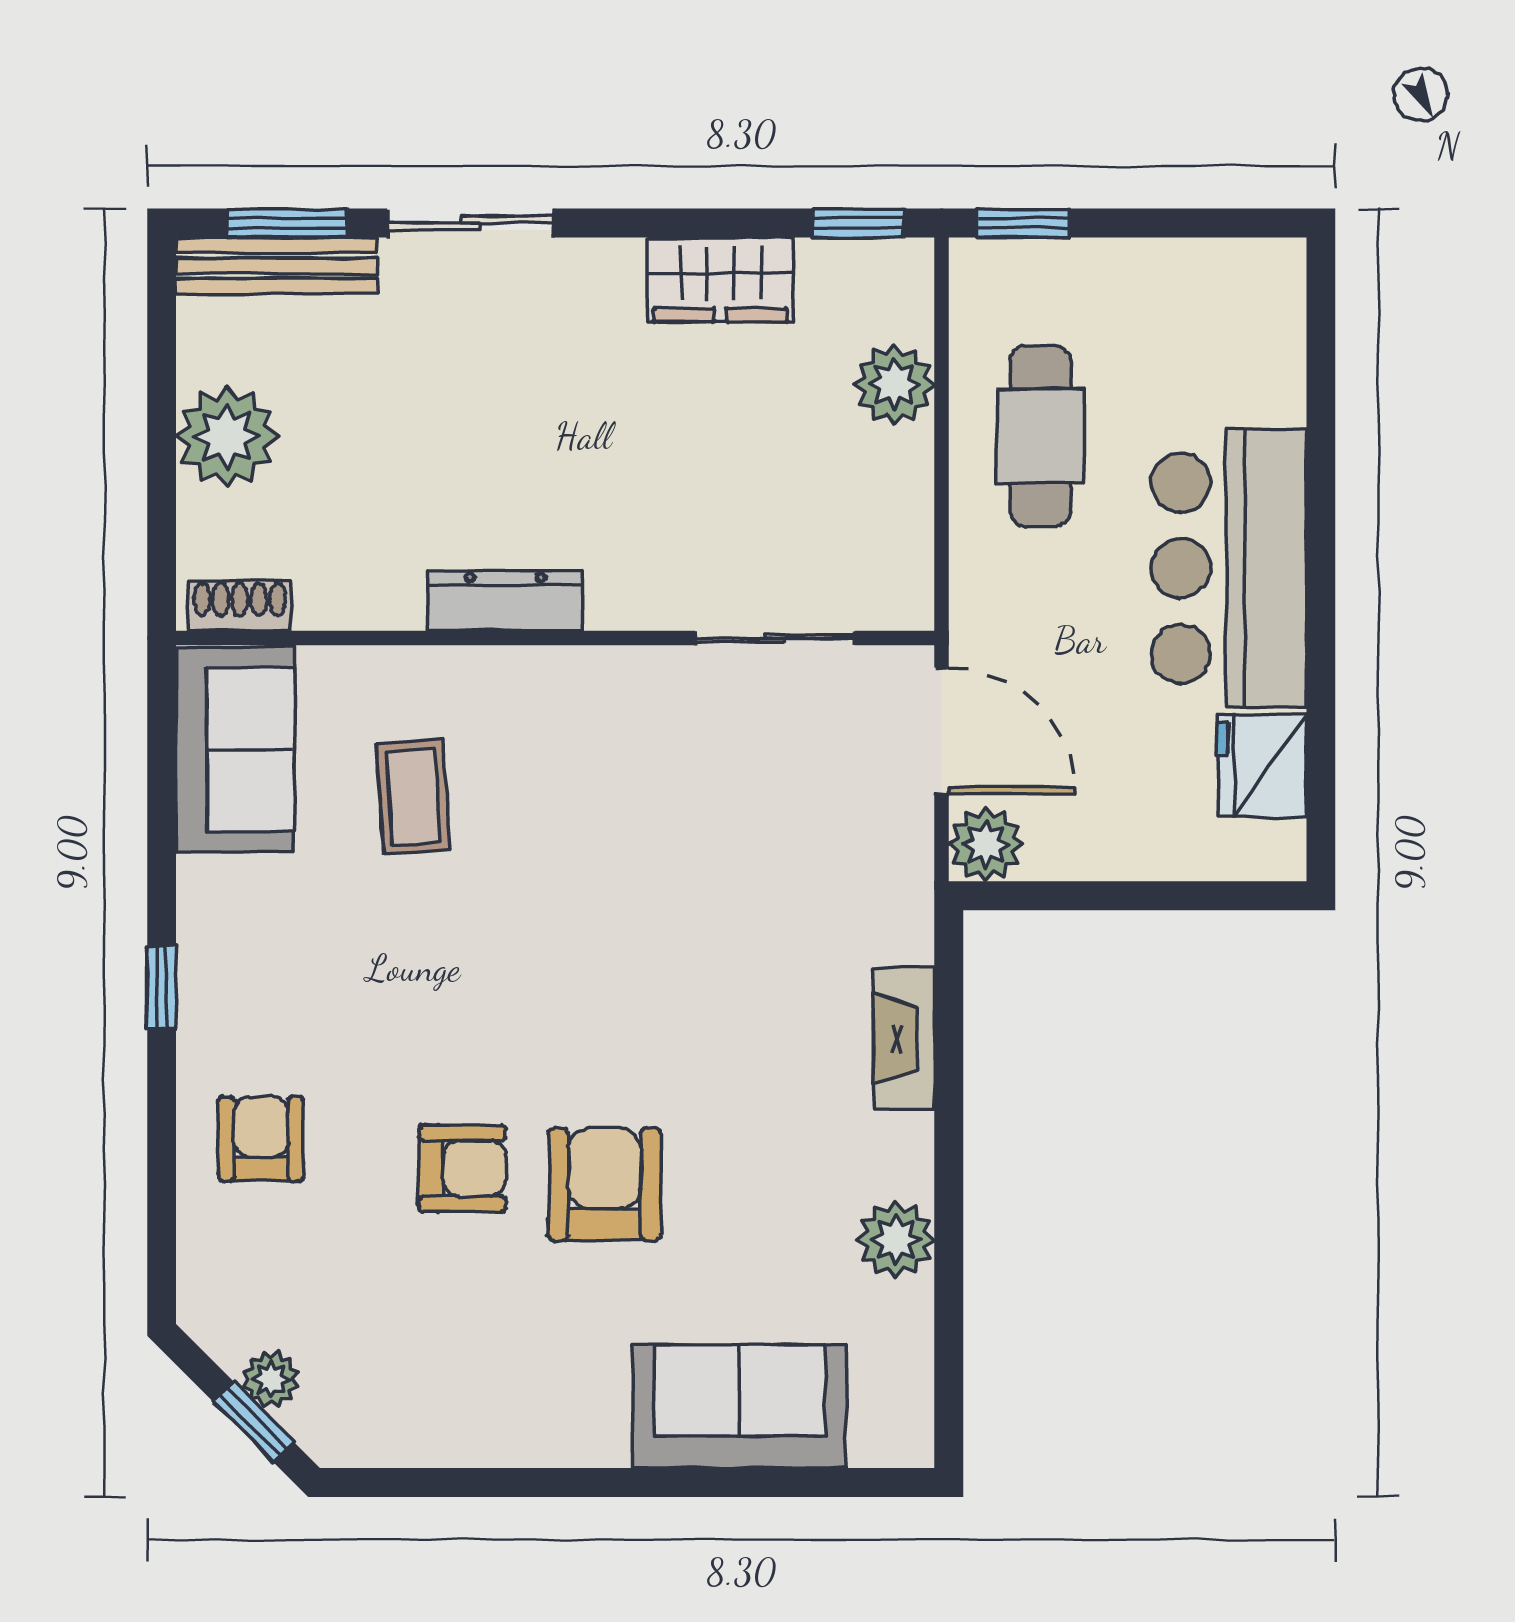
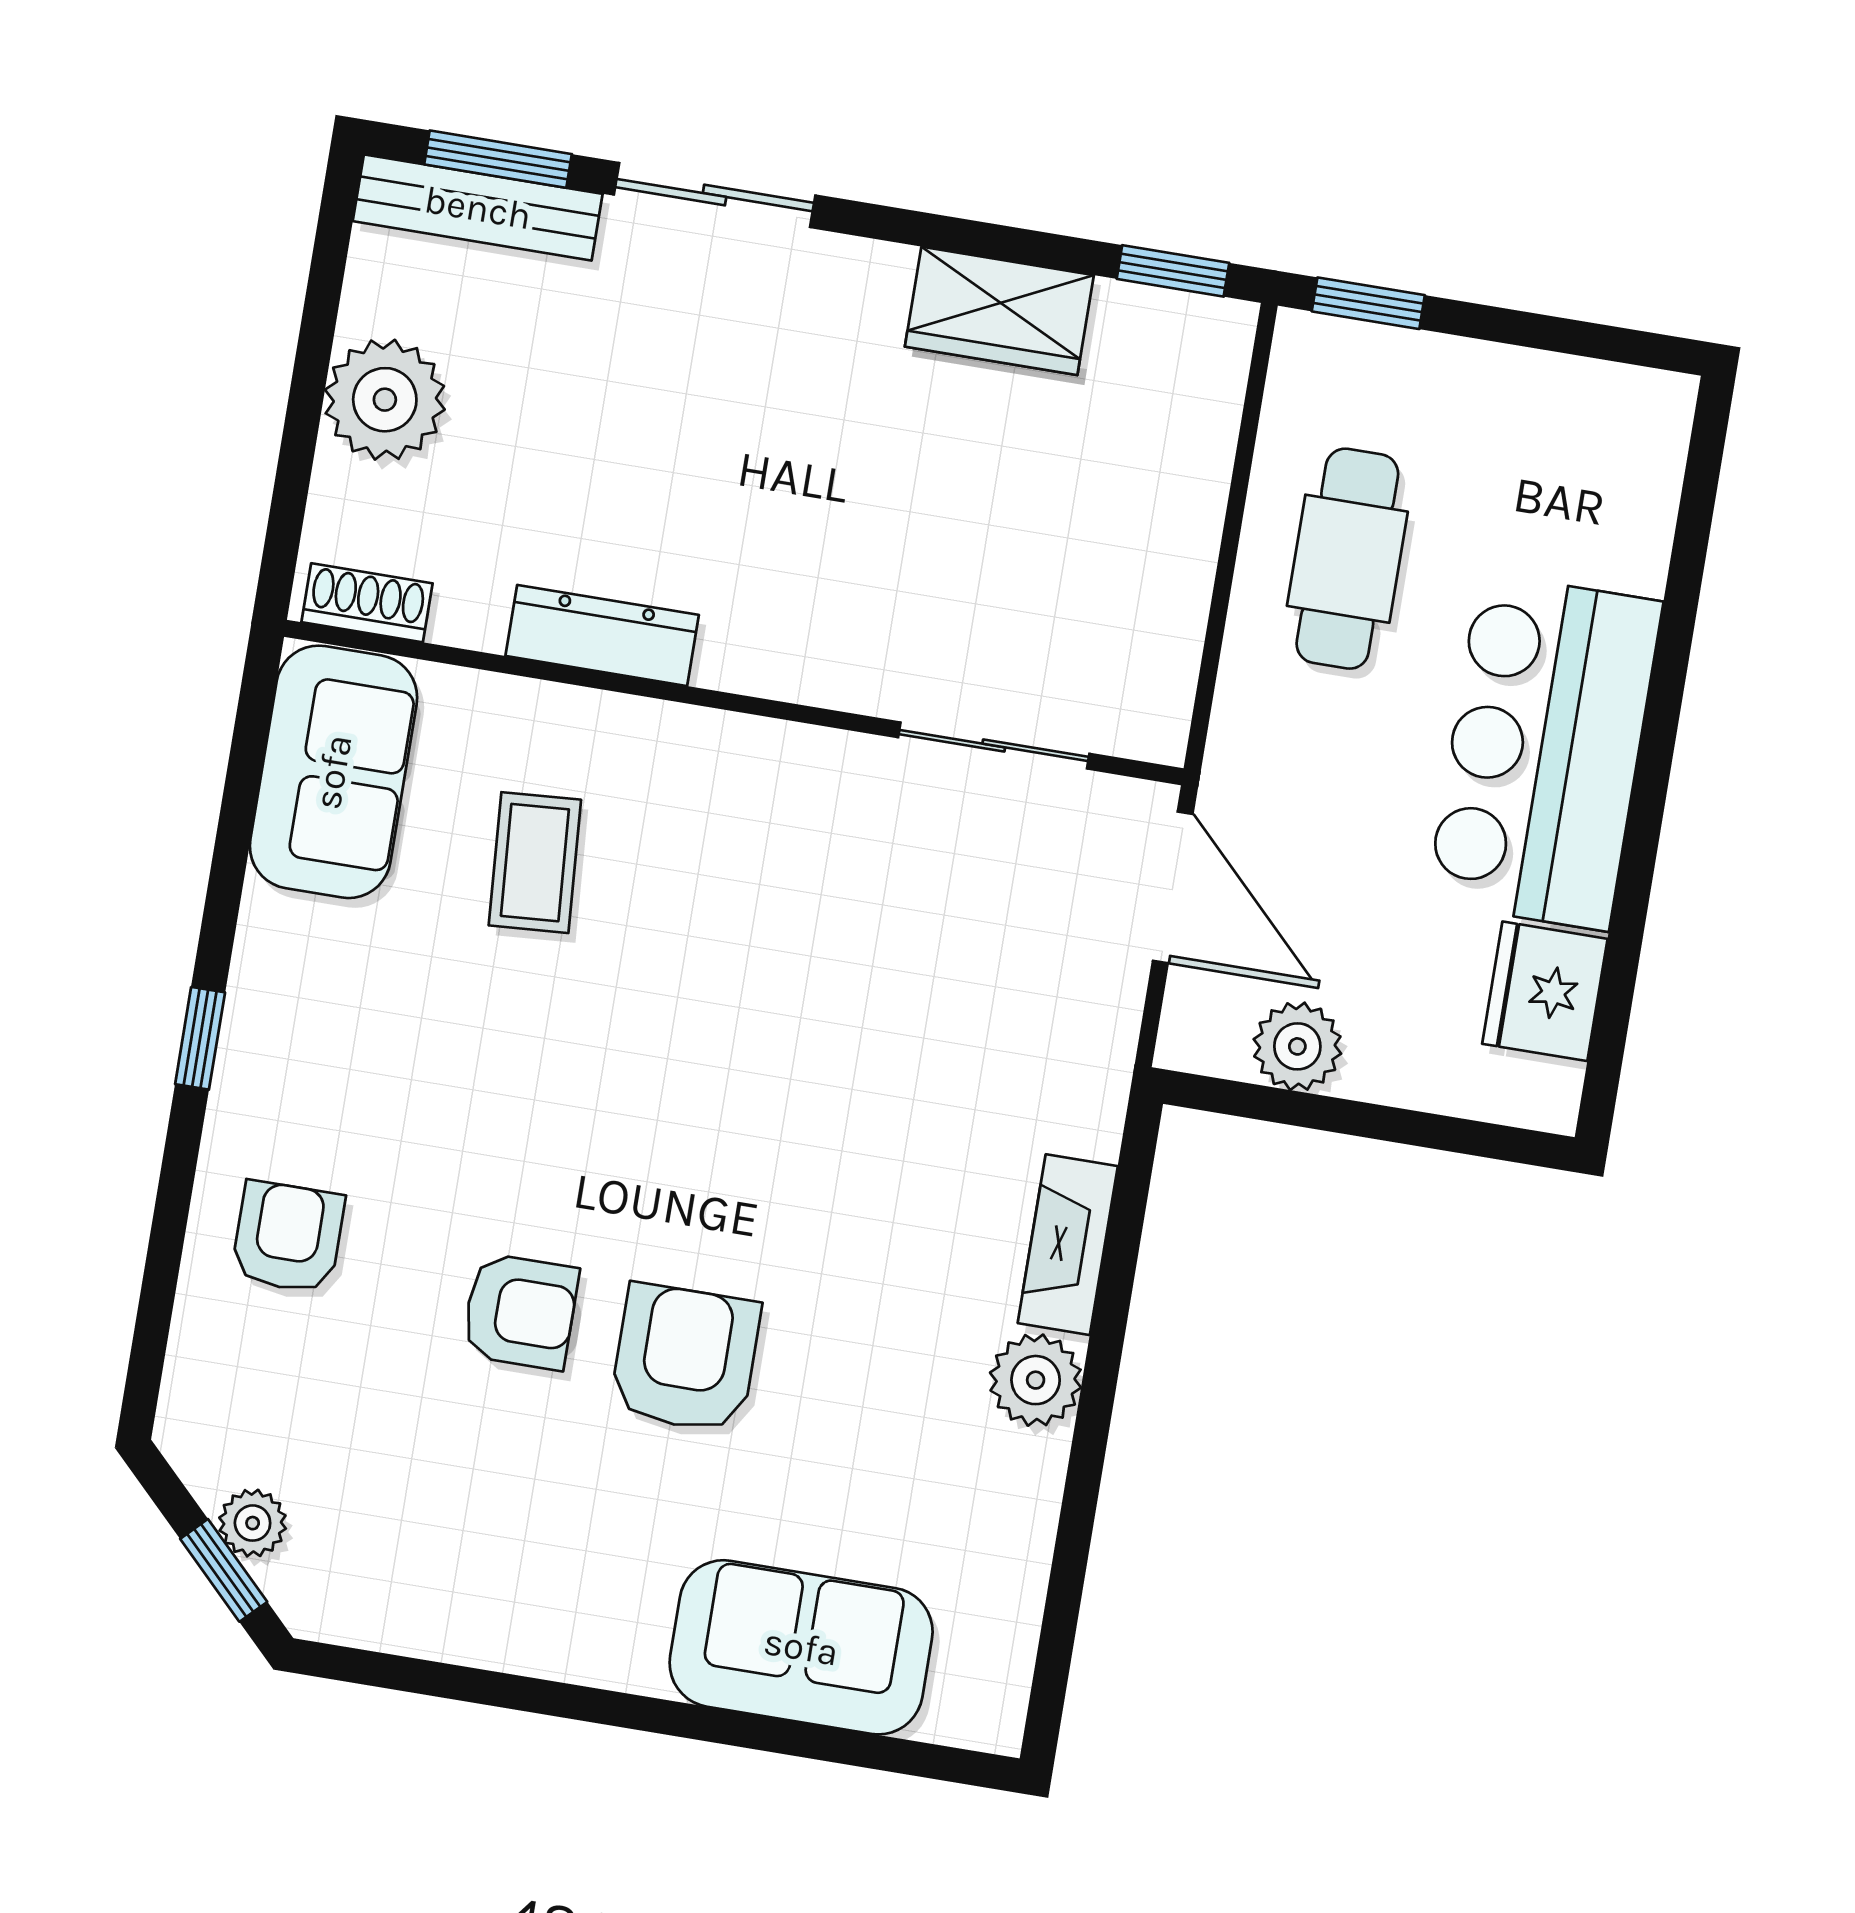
plant: (894, 385) -> (1185, 469), removed
dresser: (505, 601) -> (602, 635), moved
plant: (986, 844) -> (1297, 1046), moved
plant: (896, 1240) -> (1036, 1380), moved

